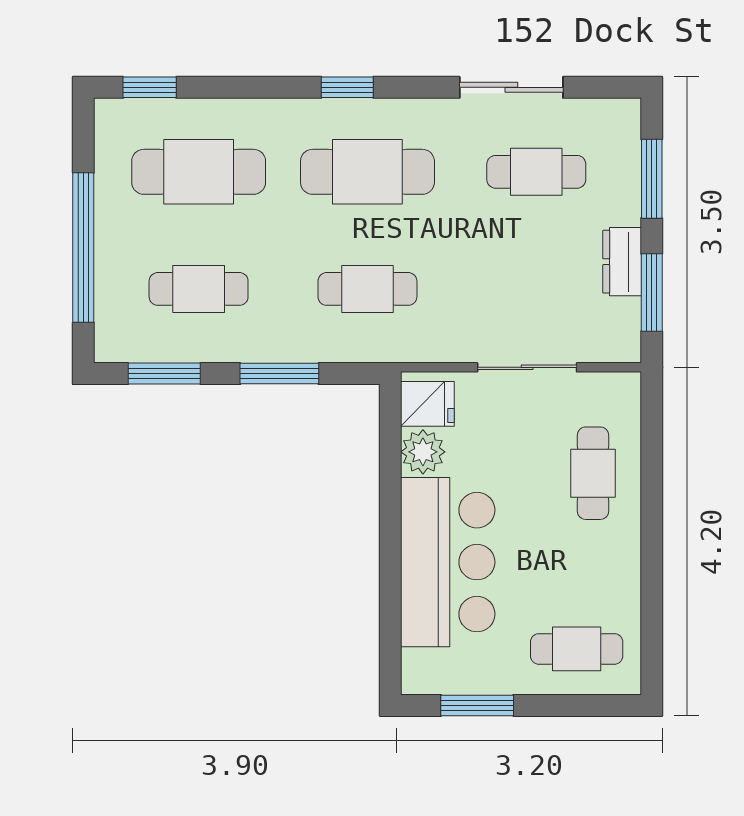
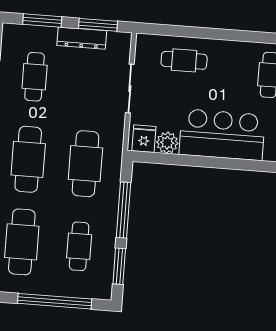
dresser: (622, 262) -> (82, 38), width x1.44
cafe table: (367, 289) -> (85, 164), width x1.37, depth x1.35
window: (279, 374) -> (124, 210), width x1.44

